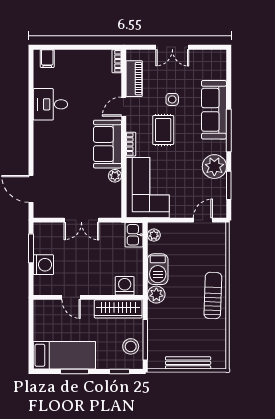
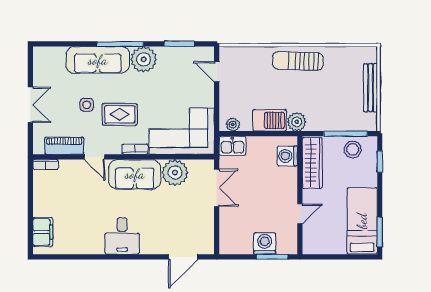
filing cabinet: (47, 59) -> (43, 232), width x2.00
desk: (50, 104) -> (122, 236), moved
plant: (214, 167) -> (144, 59), moved
plant: (115, 176) -> (175, 173), width x1.87, depth x1.87
double door: (81, 220) -> (217, 188), moved
window: (31, 248) -> (272, 257), moved
window: (74, 372) -> (380, 232), moved

